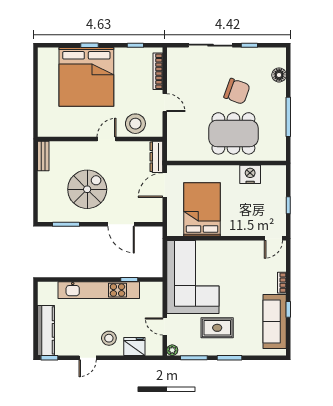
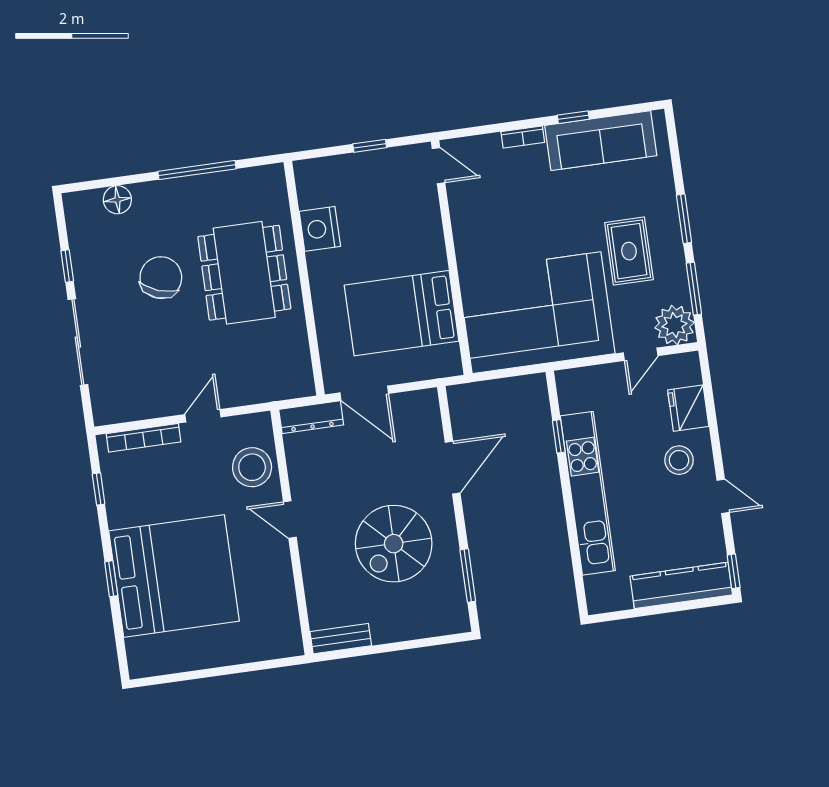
spiral stairs: (87, 189) -> (394, 544), turned -90
plant: (172, 350) -> (674, 325), width x1.88, depth x1.88

